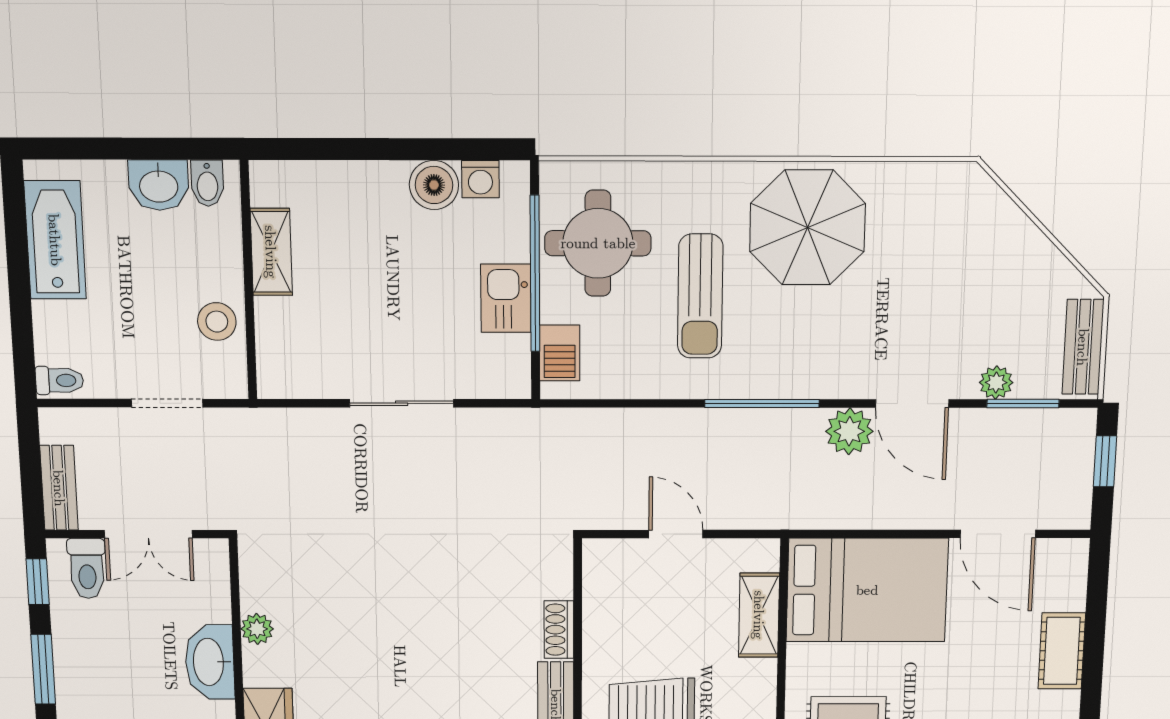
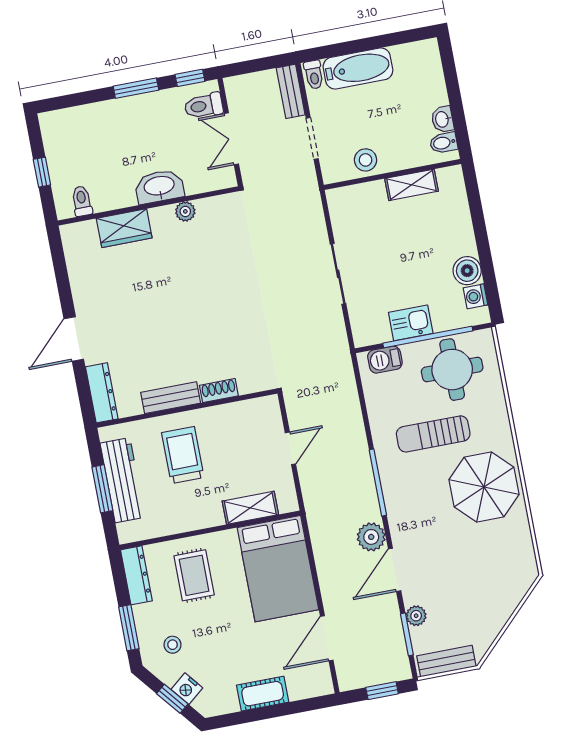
washbasin: (159, 185) -> (442, 119), width x0.72, depth x0.69
bathtub: (55, 240) -> (358, 68), moved
bench: (59, 488) -> (291, 91), moved, turned 90

